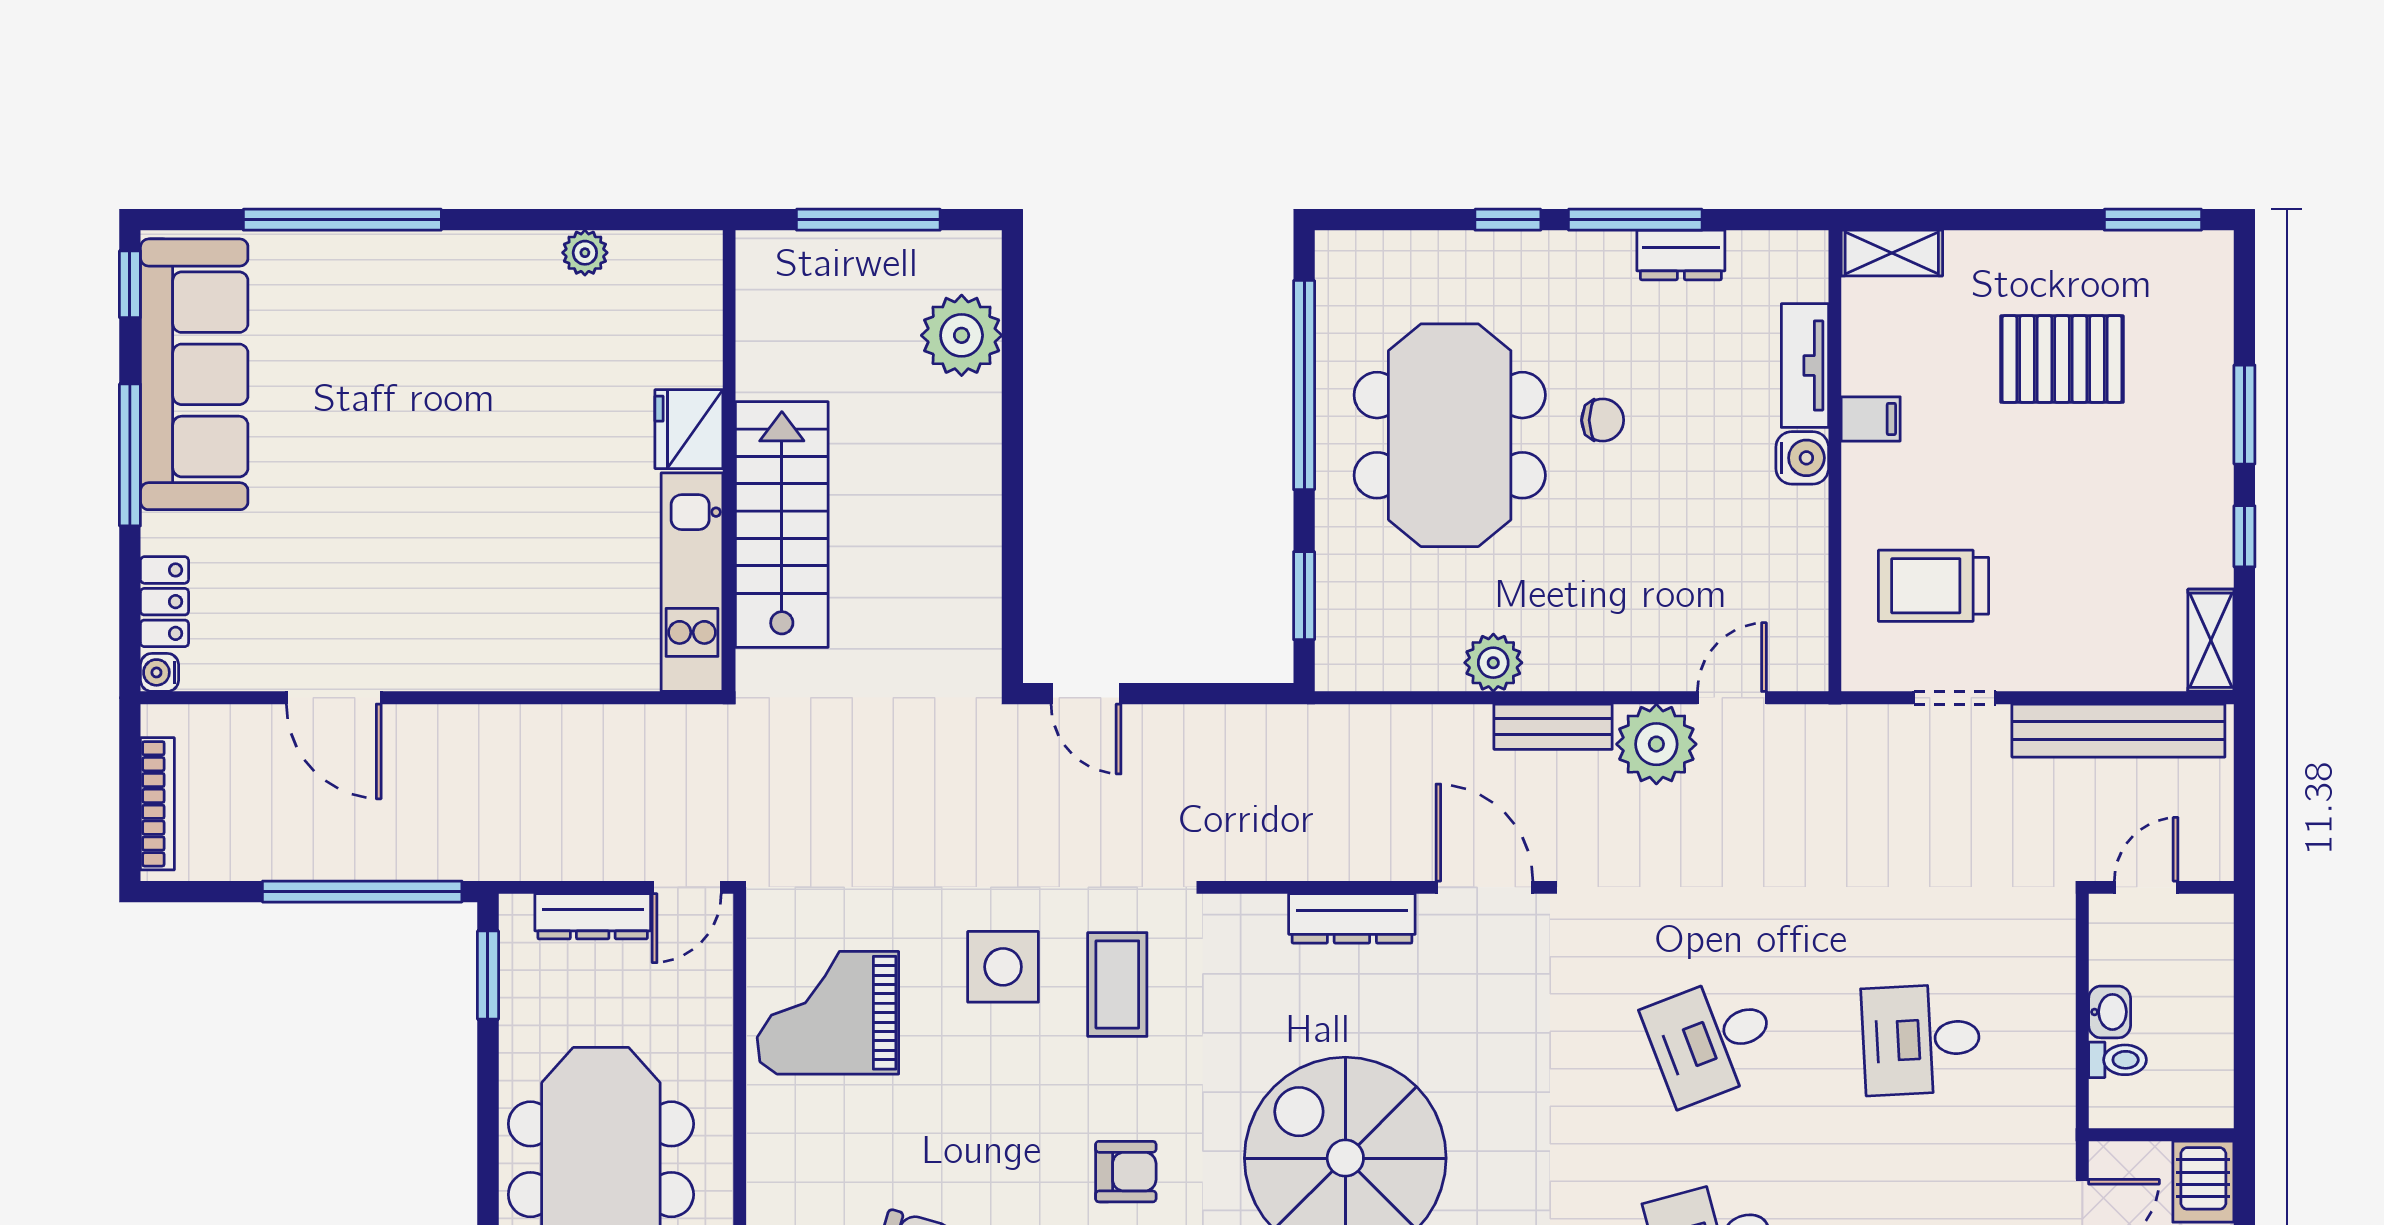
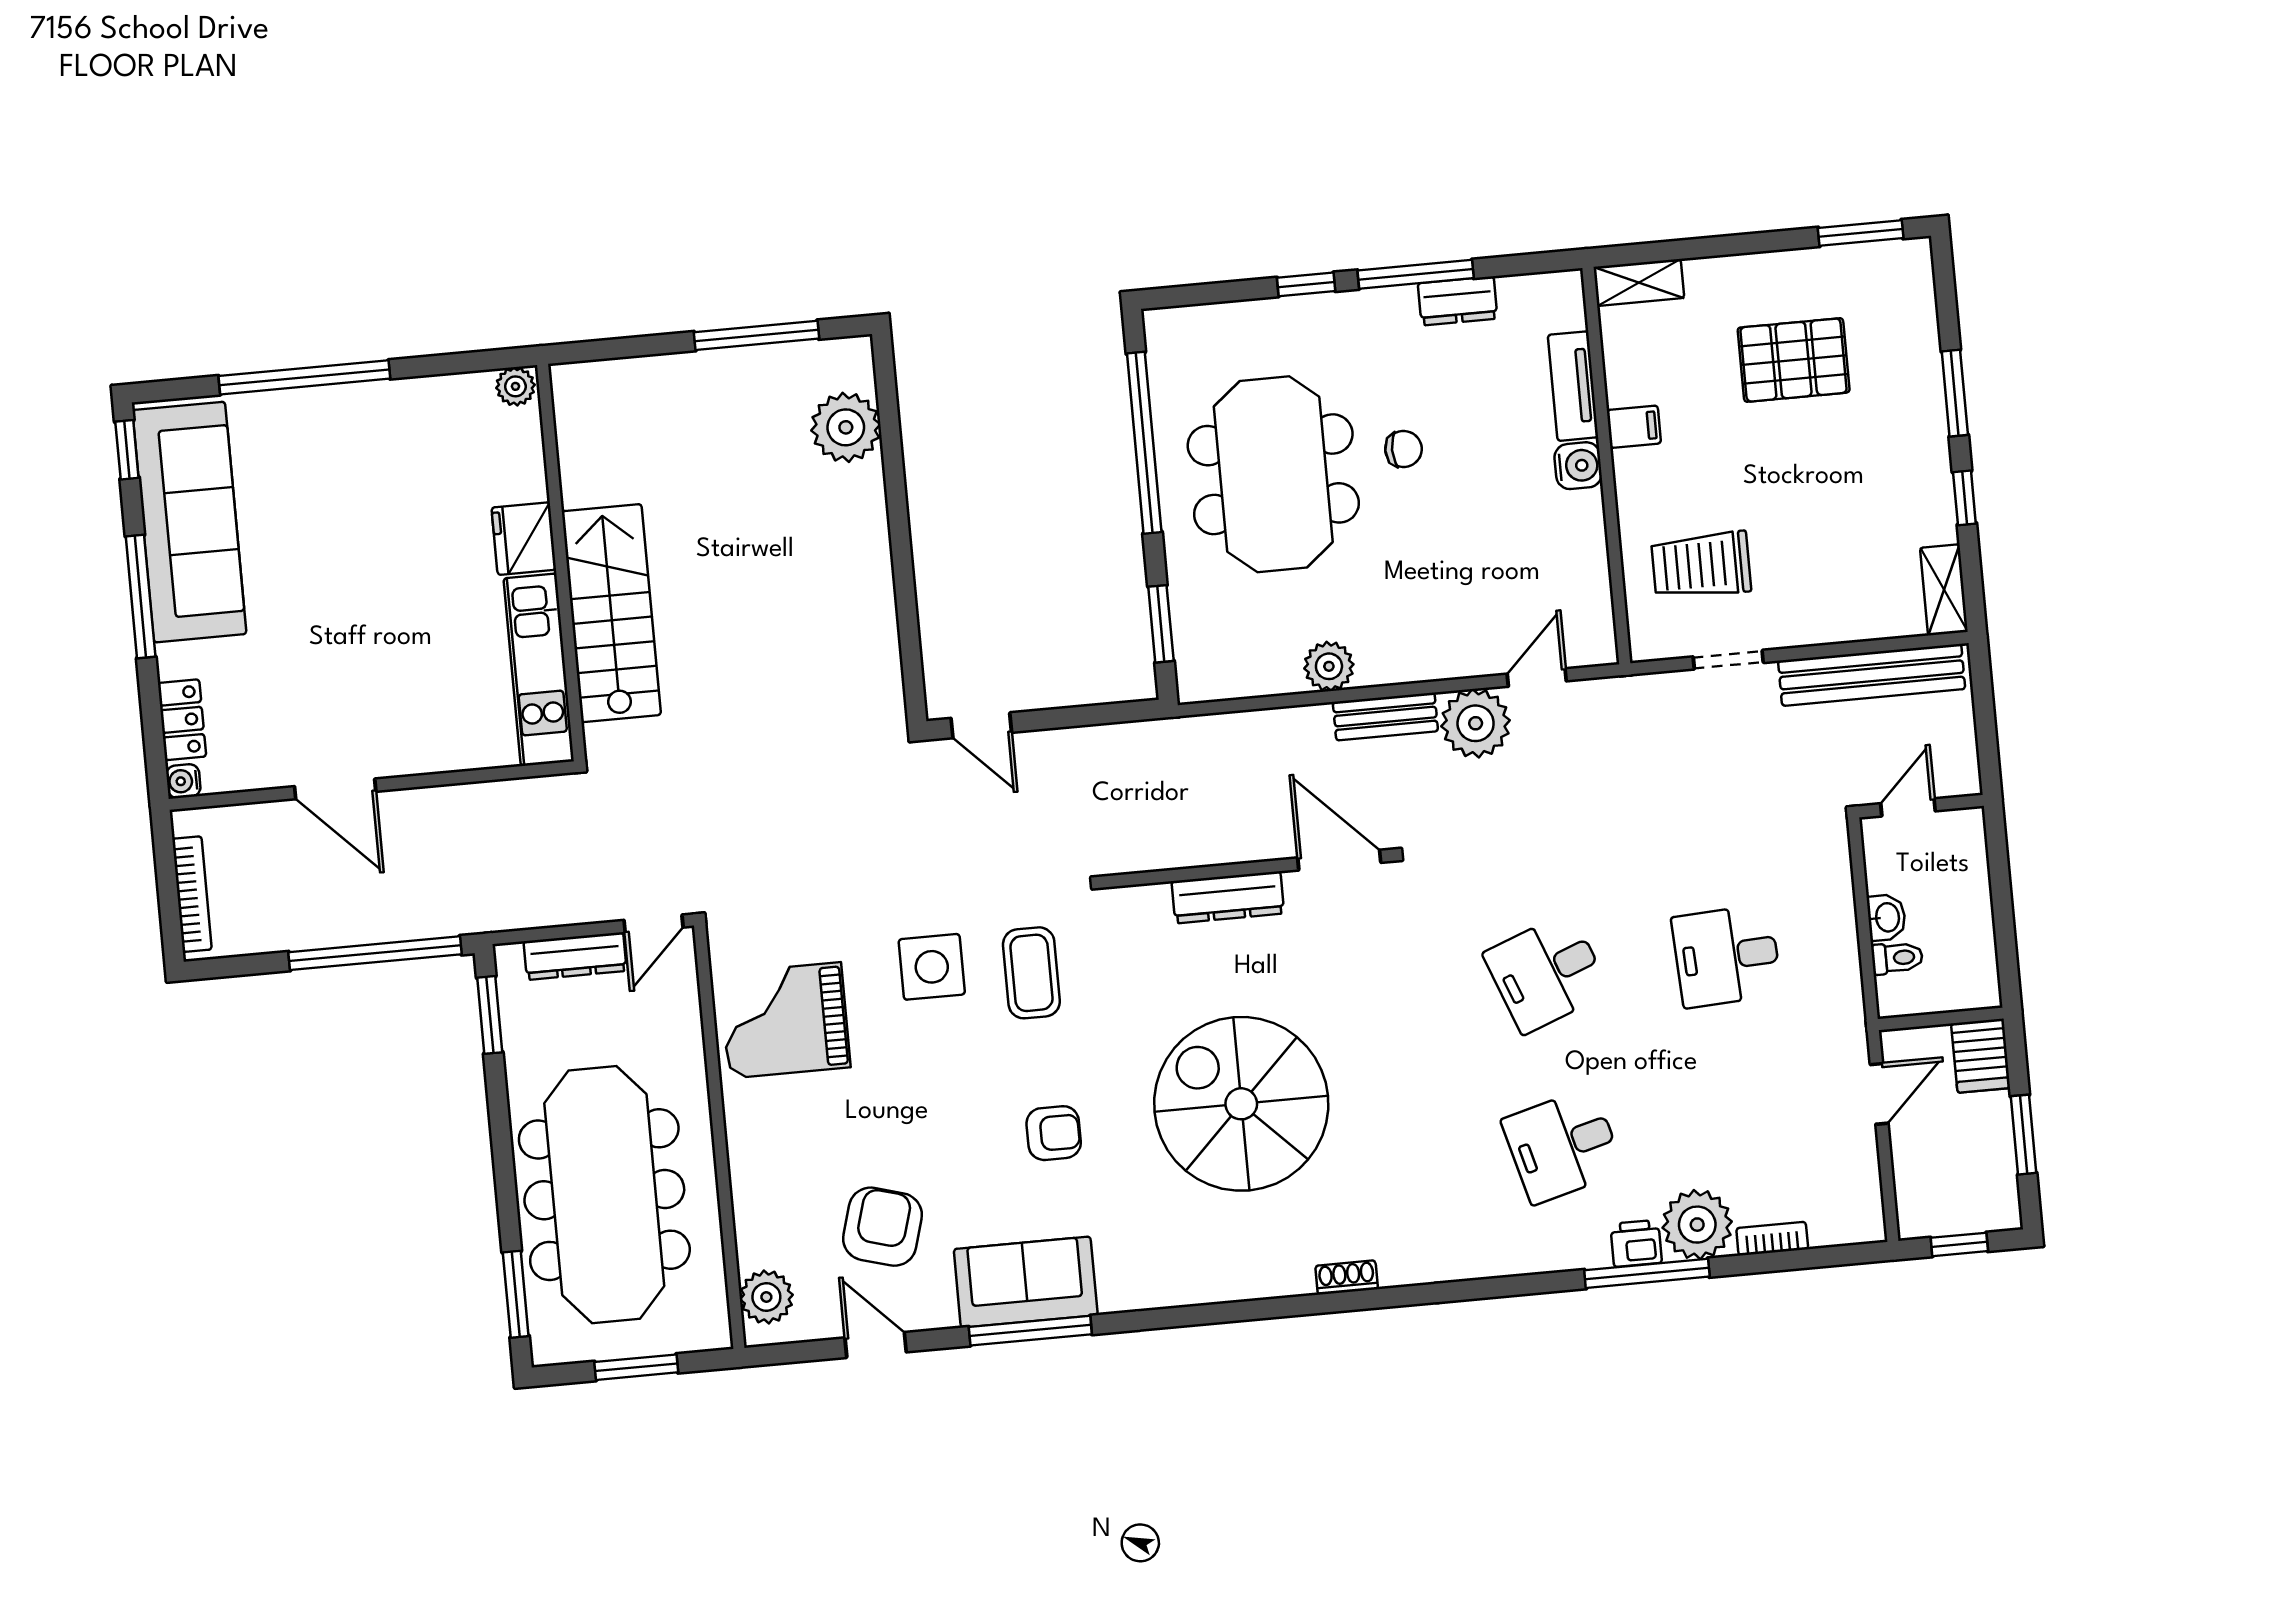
fridge: (689, 429) -> (524, 539), moved
wall: (729, 461) -> (561, 563), moved
stairs: (782, 524) -> (611, 613), moved
kitchen unit: (692, 582) -> (539, 670), moved

